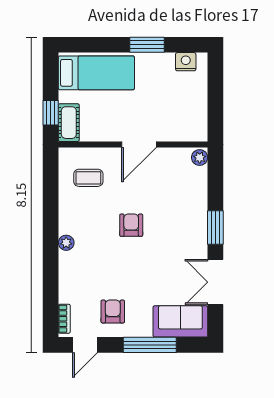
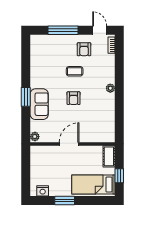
window: (51, 113) -> (119, 176), moved
coffee table: (88, 178) -> (75, 71), moved
double door: (215, 282) -> (26, 66), removed
sofa: (180, 321) -> (39, 104), moved, turned -90
door: (85, 345) -> (100, 30), hinge flipped

